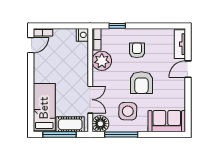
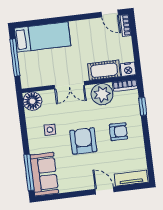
armchair: (141, 83) -> (83, 141), turned 90
double door: (90, 100) -> (69, 85), moved
side table: (128, 111) -> (50, 130), width x0.54, depth x0.54
cot: (70, 124) -> (104, 70), moved, turned 90
window: (121, 135) -> (29, 172), moved

